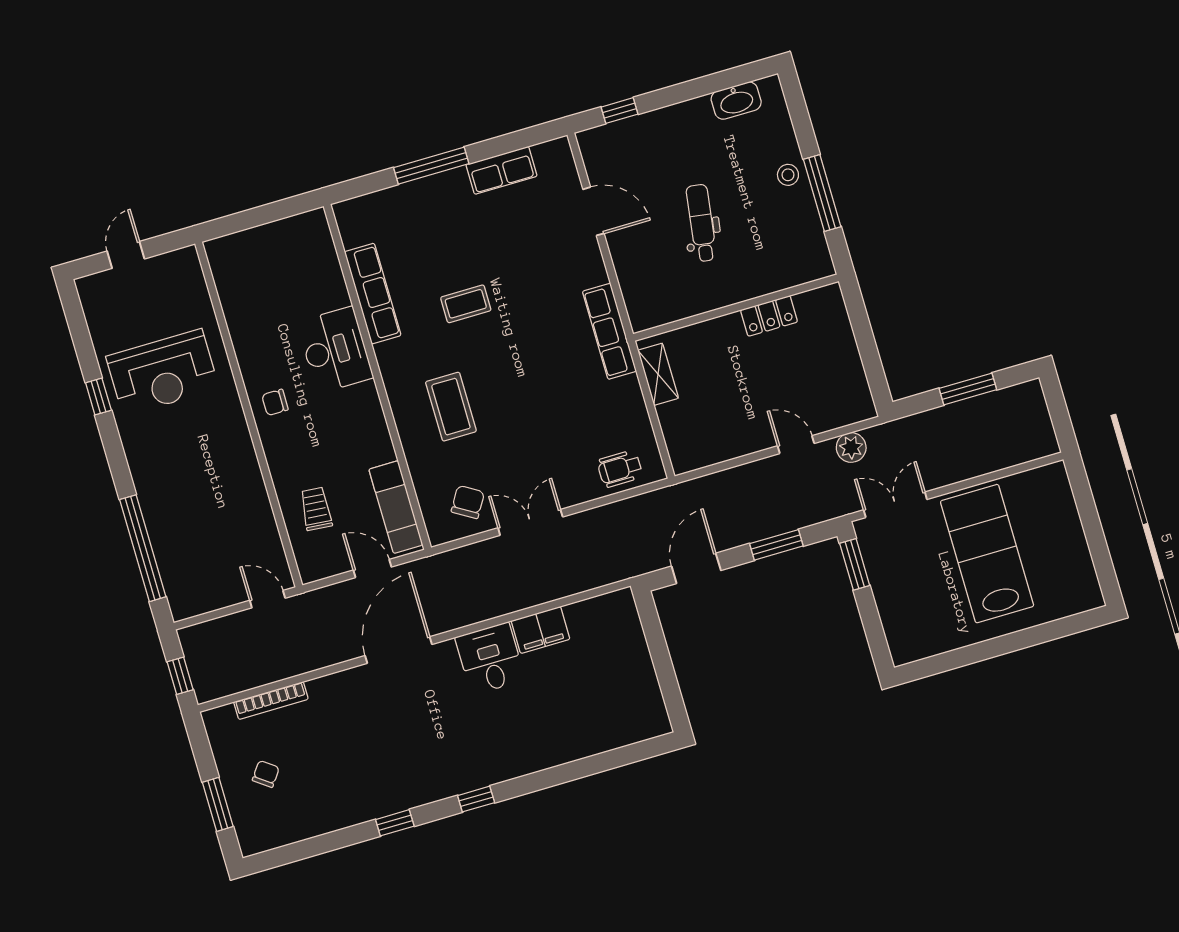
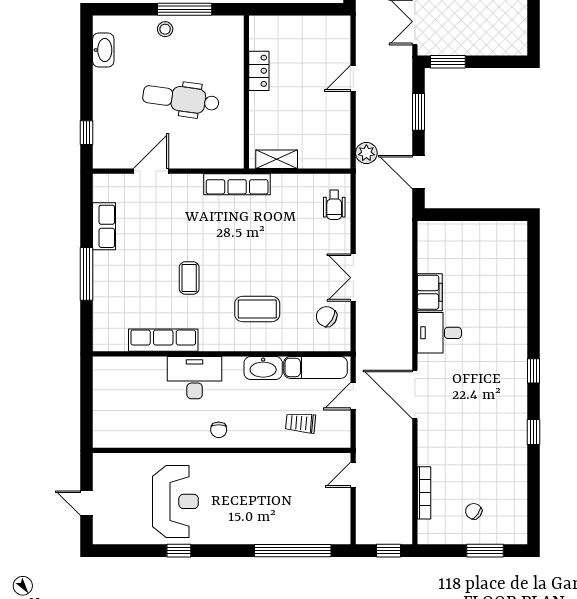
dental chair: (701, 223) -> (181, 99), width x1.36, depth x1.38
washbasin: (375, 438) -> (263, 368), added
plant: (851, 448) -> (366, 153), moved

